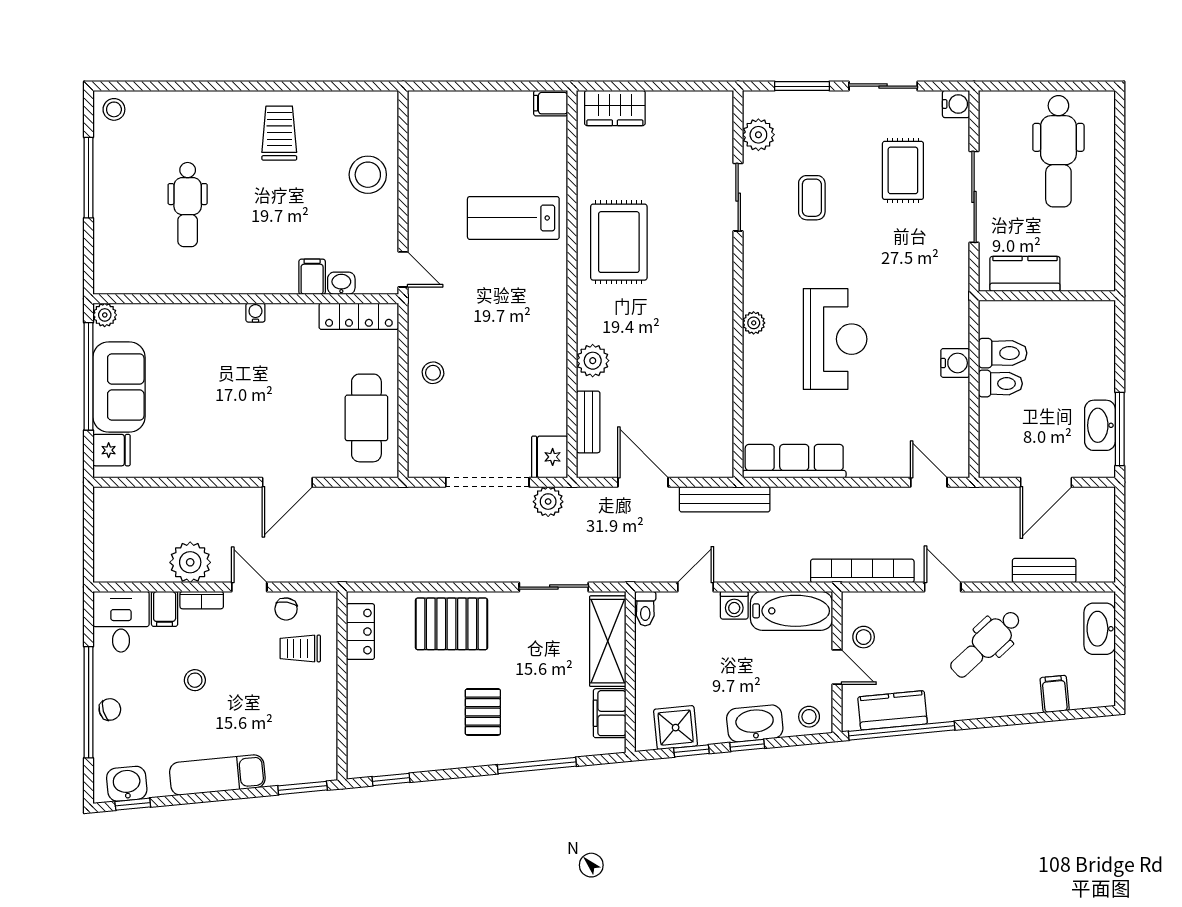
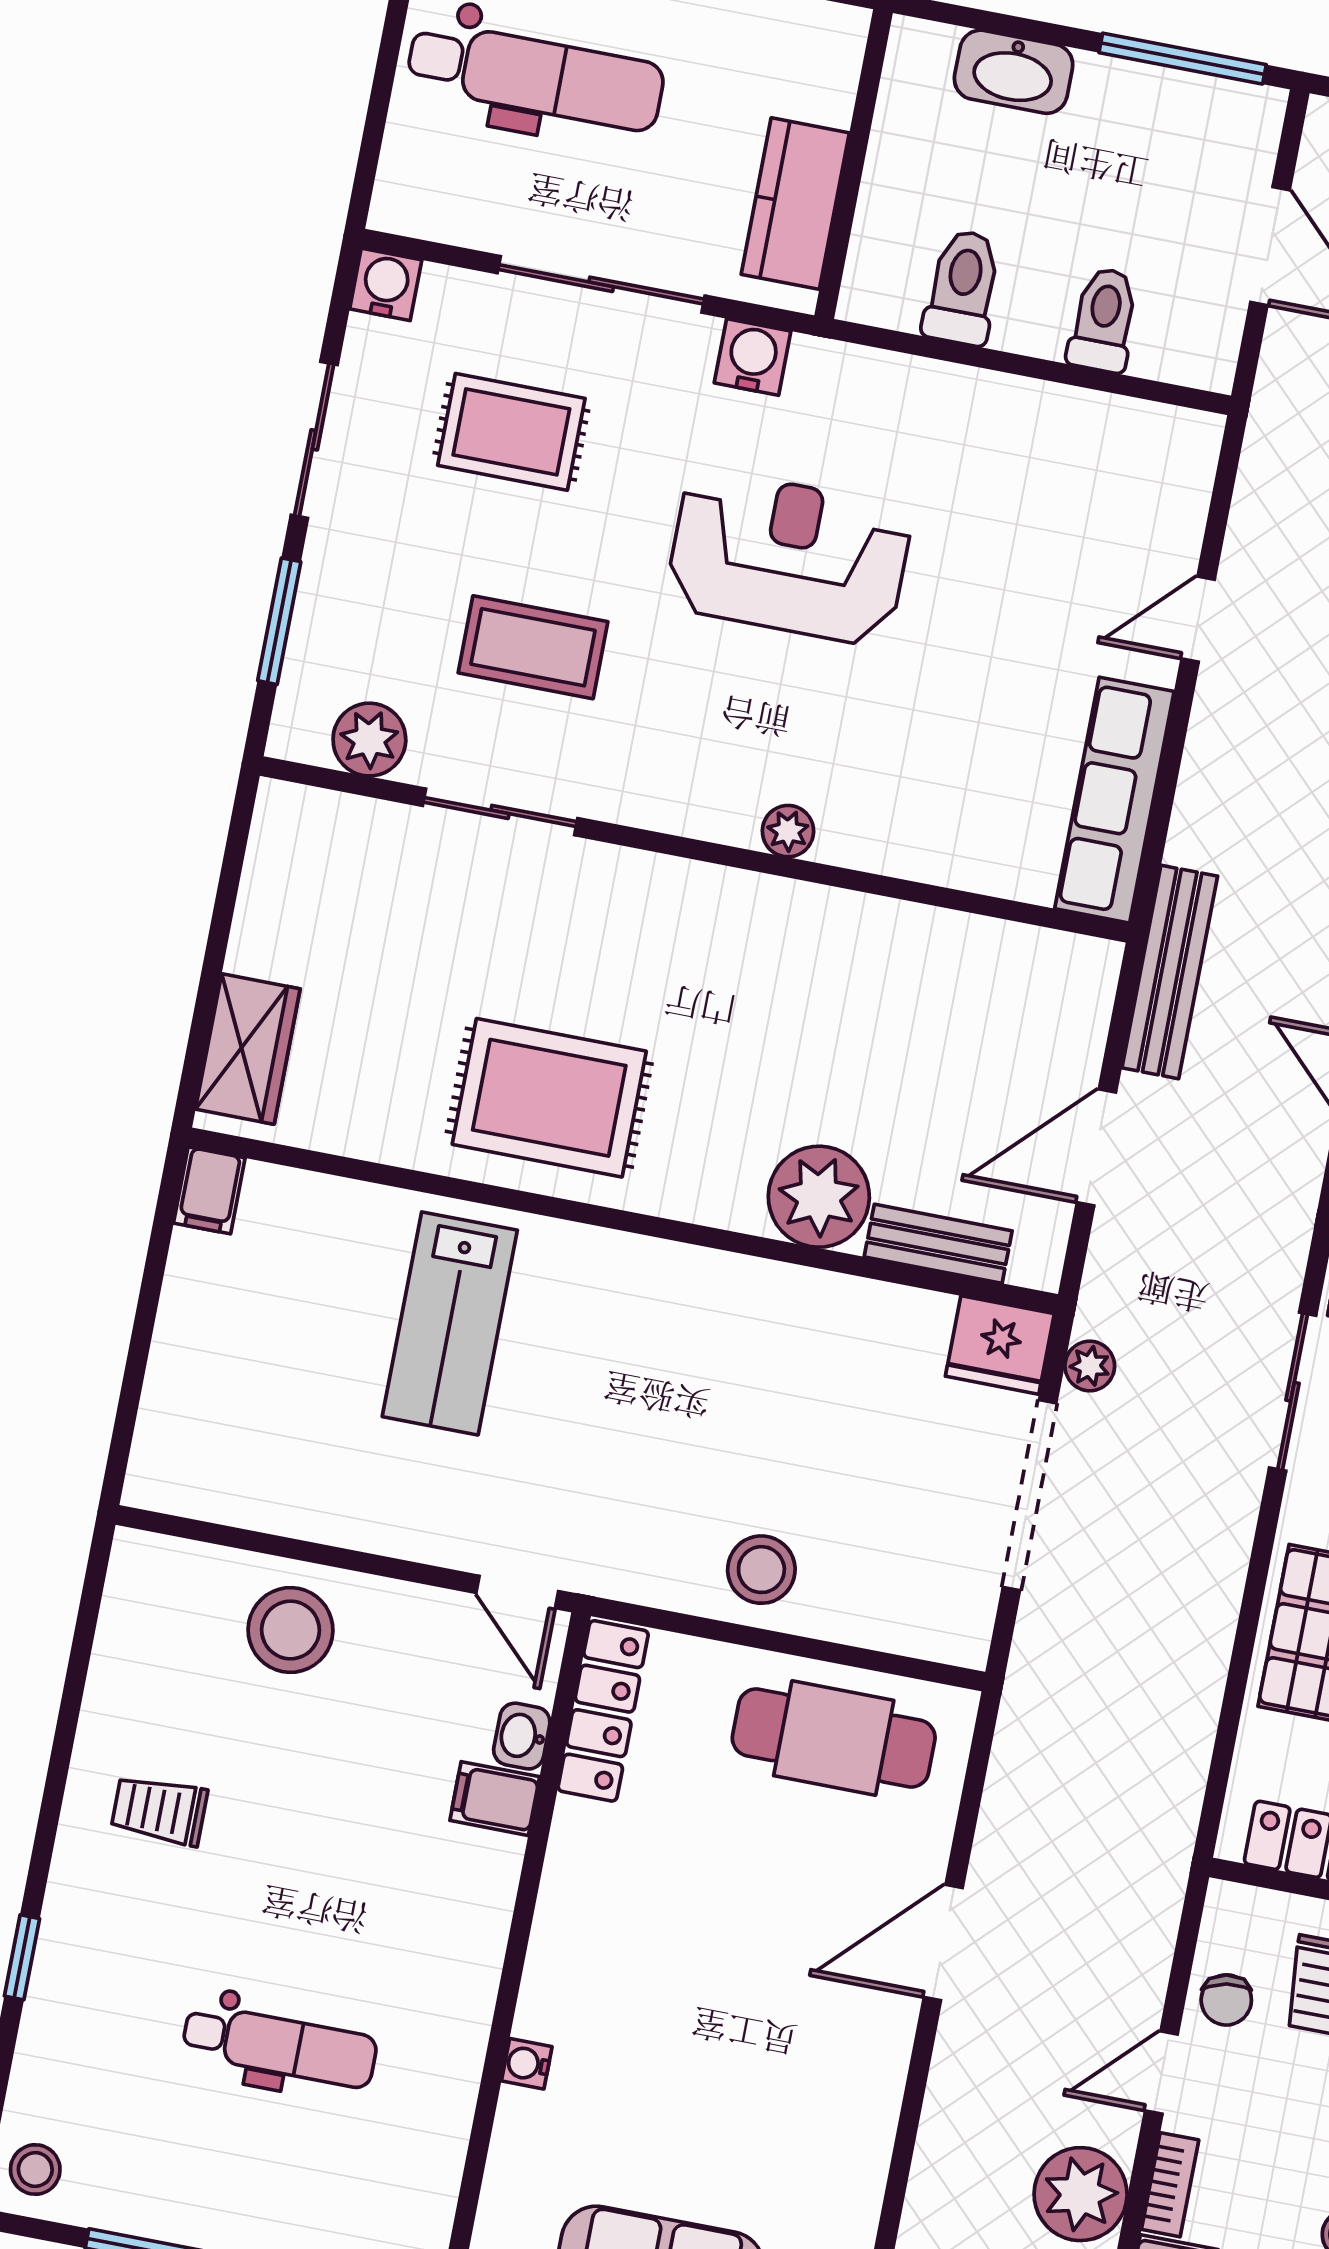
window: (204, 86) -> (22, 1957), added
trolley: (279, 133) -> (159, 1810), width x0.73, depth x0.72
coffee table: (812, 198) -> (533, 647), width x1.36, depth x1.30
door: (403, 269) -> (517, 1592), swing flipped
water cooler: (255, 313) -> (527, 2064), moved
reception desk: (835, 339) -> (789, 557), moved
plant: (593, 361) -> (819, 1197), width x1.36, depth x1.36
water cooler: (955, 363) -> (753, 357), moved
stool: (433, 373) -> (761, 1570), width x1.37, depth x1.37
toilet: (1000, 384) -> (1103, 320), moved
washbasin: (1100, 425) -> (1014, 72), moved
door: (287, 482) -> (943, 1943), swing flipped
door: (929, 482) -> (1198, 619), moved
plant: (548, 502) -> (1090, 1366), width x0.73, depth x0.73
chair: (286, 609) -> (1226, 2000), turned 71

